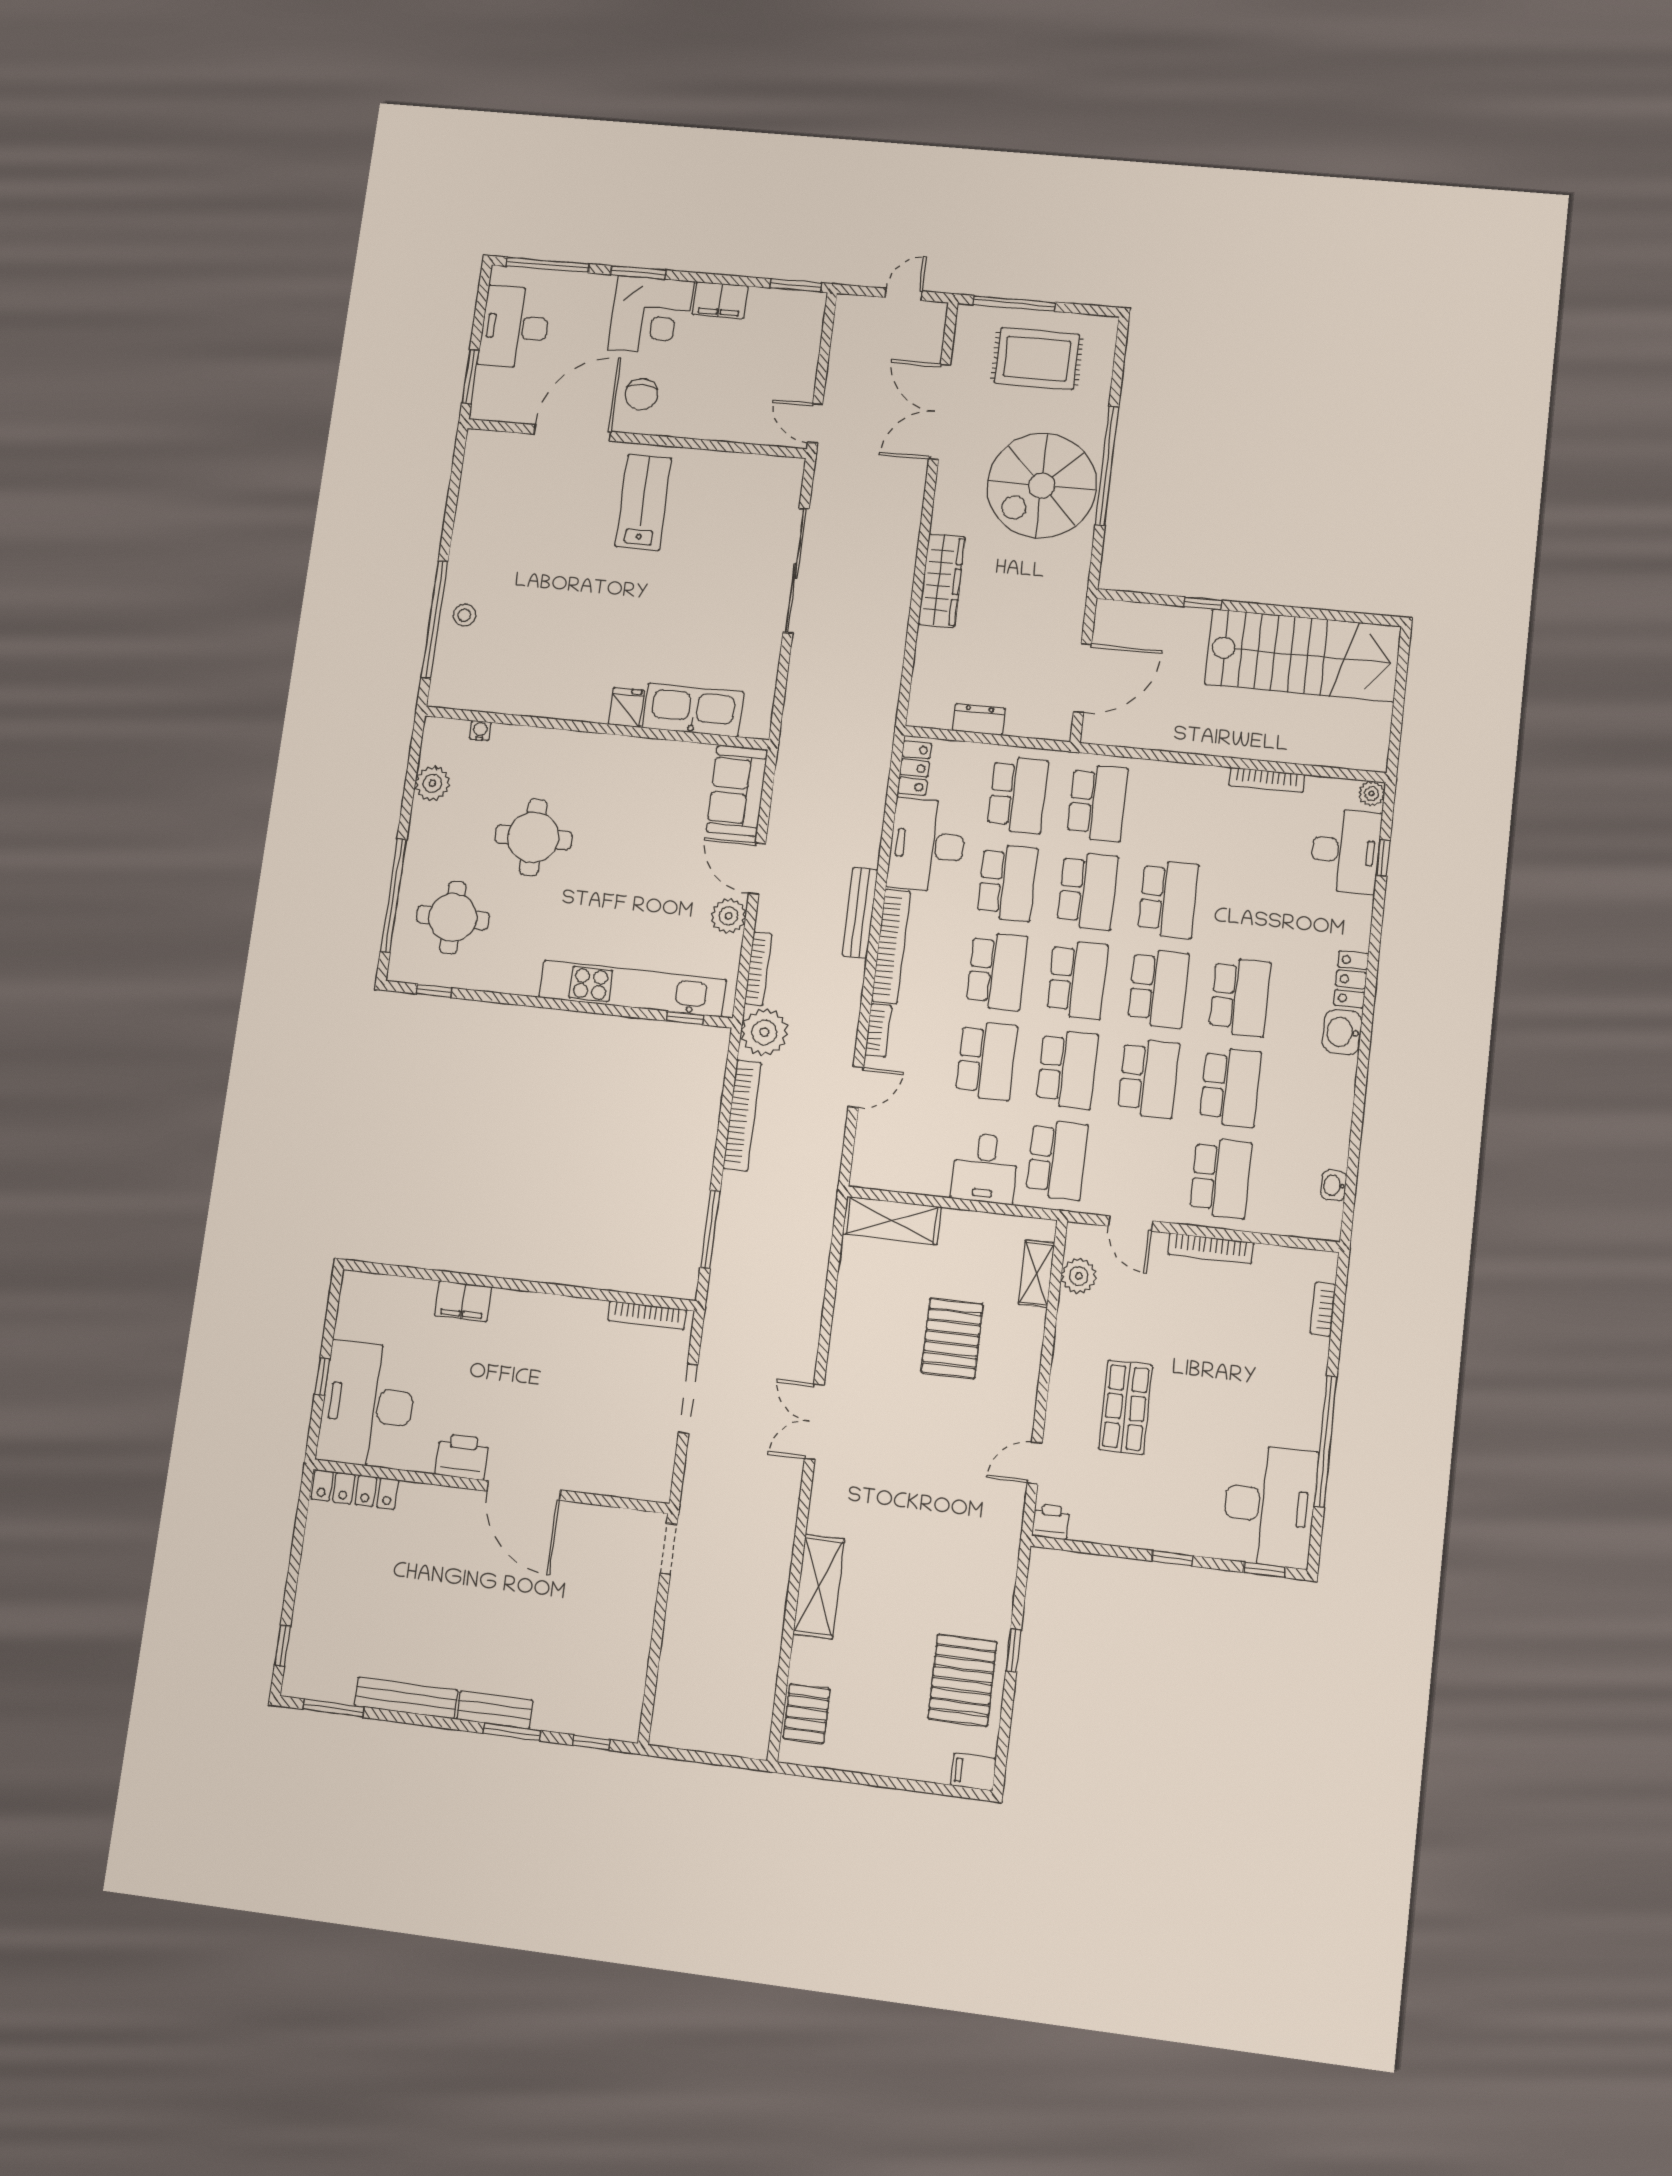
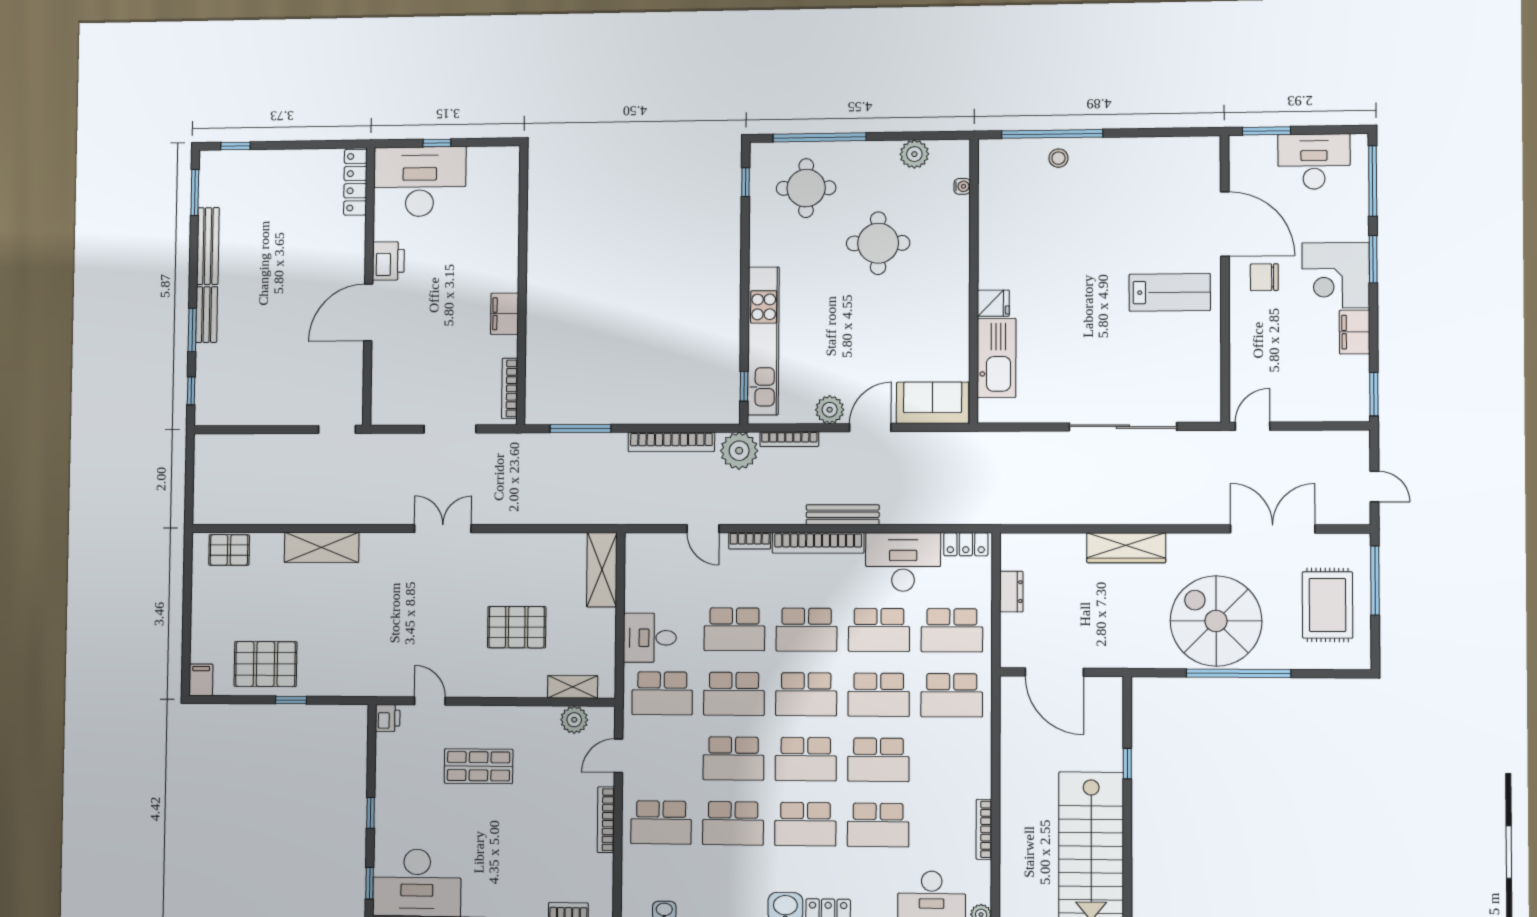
school desk: (1249, 907) -> (878, 825), added
filing cabinet: (463, 1301) -> (505, 314), moved

